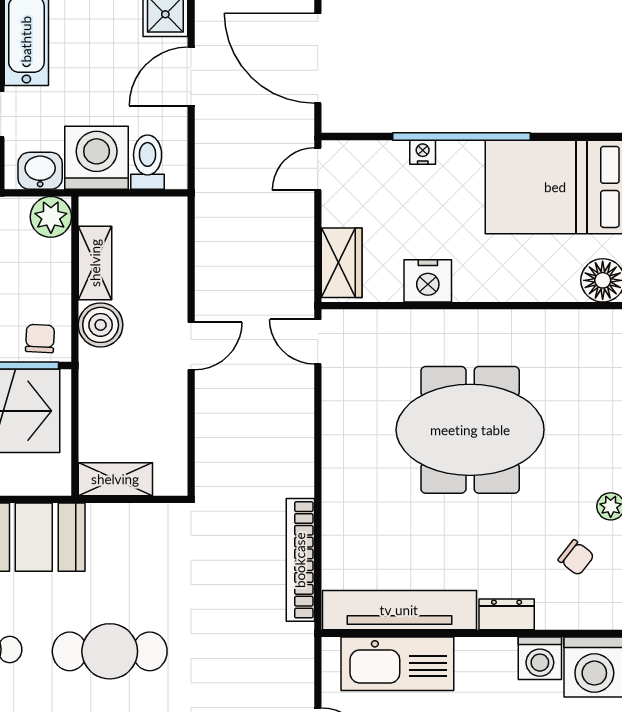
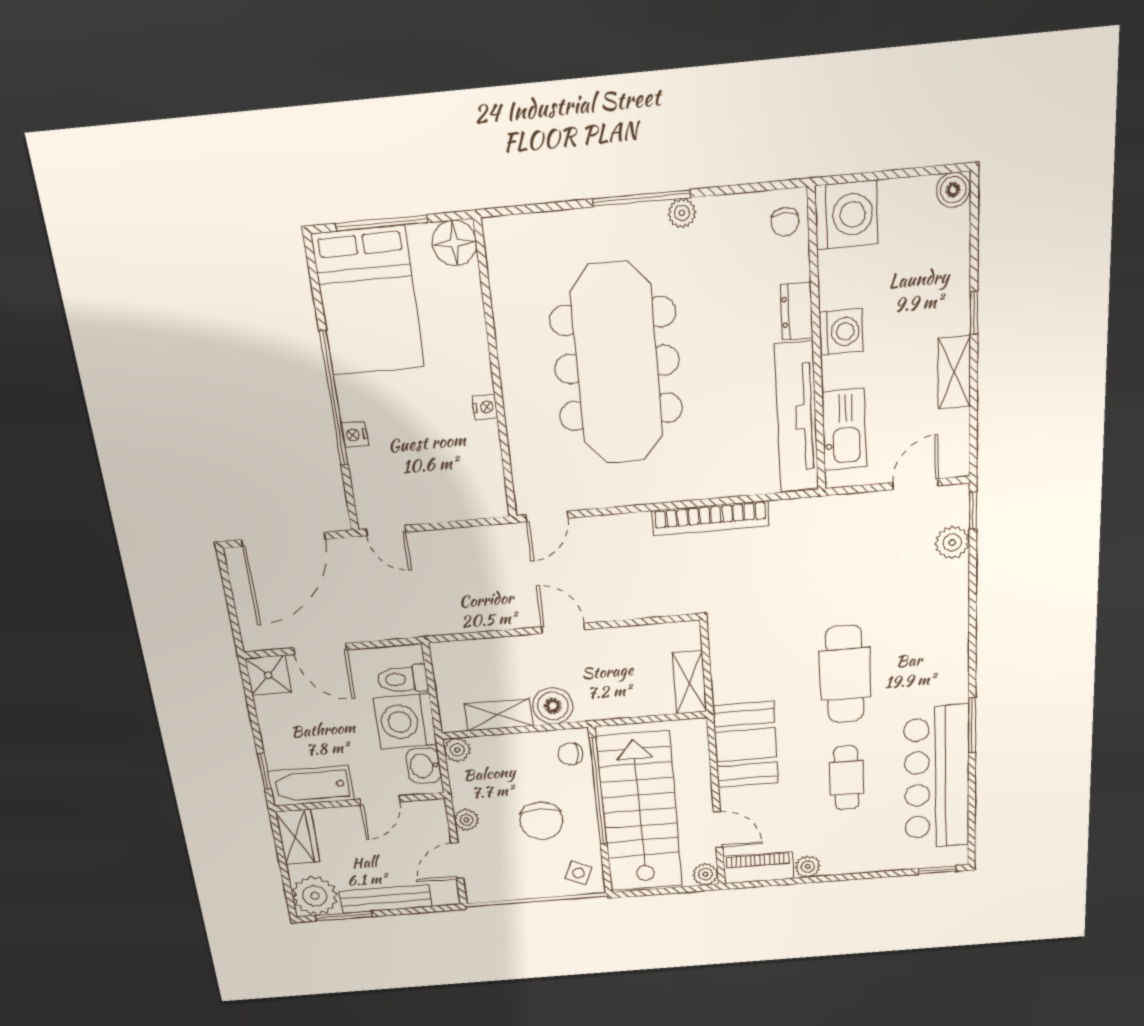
plant: (51, 217) -> (457, 750), width x0.73, depth x0.73
wardrobe: (342, 263) -> (470, 501), removed
nightstand: (428, 281) -> (485, 407), width x0.53, depth x0.56
meeting table: (470, 430) -> (617, 364), width x1.36
chair: (576, 558) -> (785, 222), moved, turned 142
bookcase: (300, 560) -> (710, 518), moved
washing machine: (540, 658) -> (841, 332), moved
kitchen sink: (397, 664) -> (844, 430), width x0.73, depth x0.81

